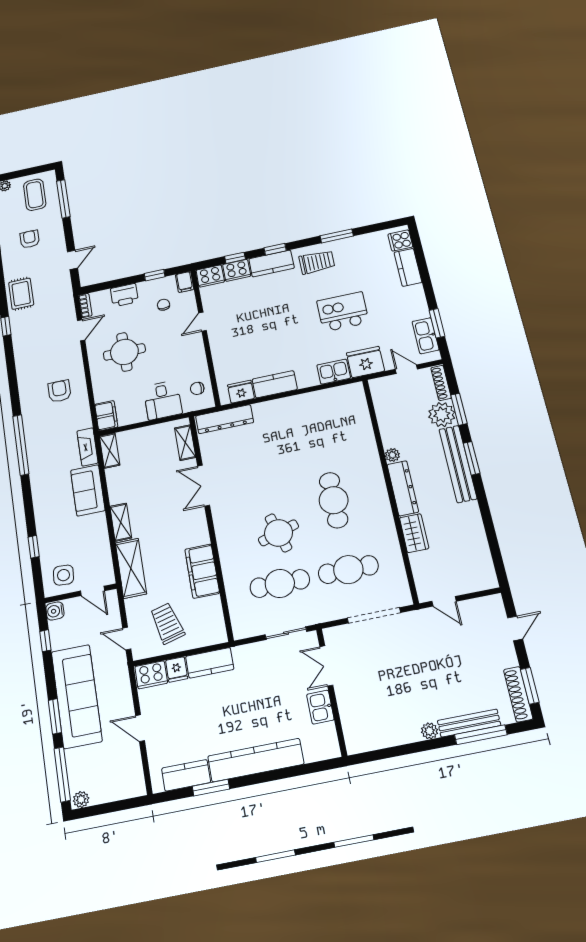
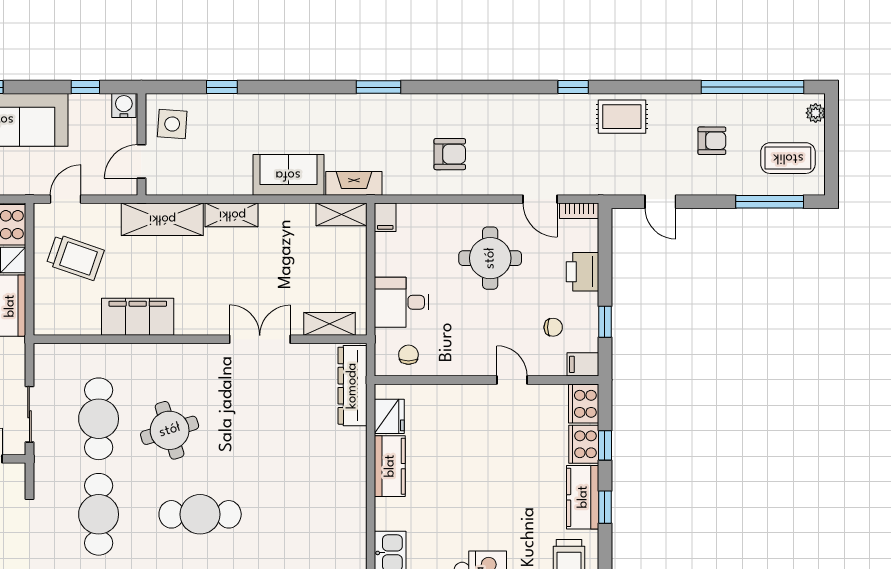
filing cabinet: (106, 416) -> (385, 217), width x0.50
window: (21, 445) -> (379, 87), width x0.47
trolley: (167, 623) -> (75, 257), turned 34

